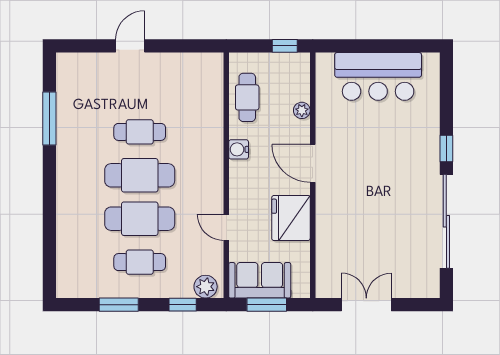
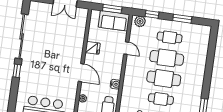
fridge: (291, 218) -> (93, 48), width x0.53, depth x0.75

